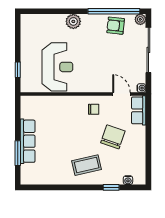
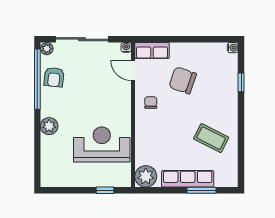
door: (121, 94) -> (133, 70), hinge flipped
plant: (30, 105) -> (146, 176), added
coffee table: (87, 165) -> (211, 138), moved, turned -50
water cooler: (128, 180) -> (233, 48), moved

